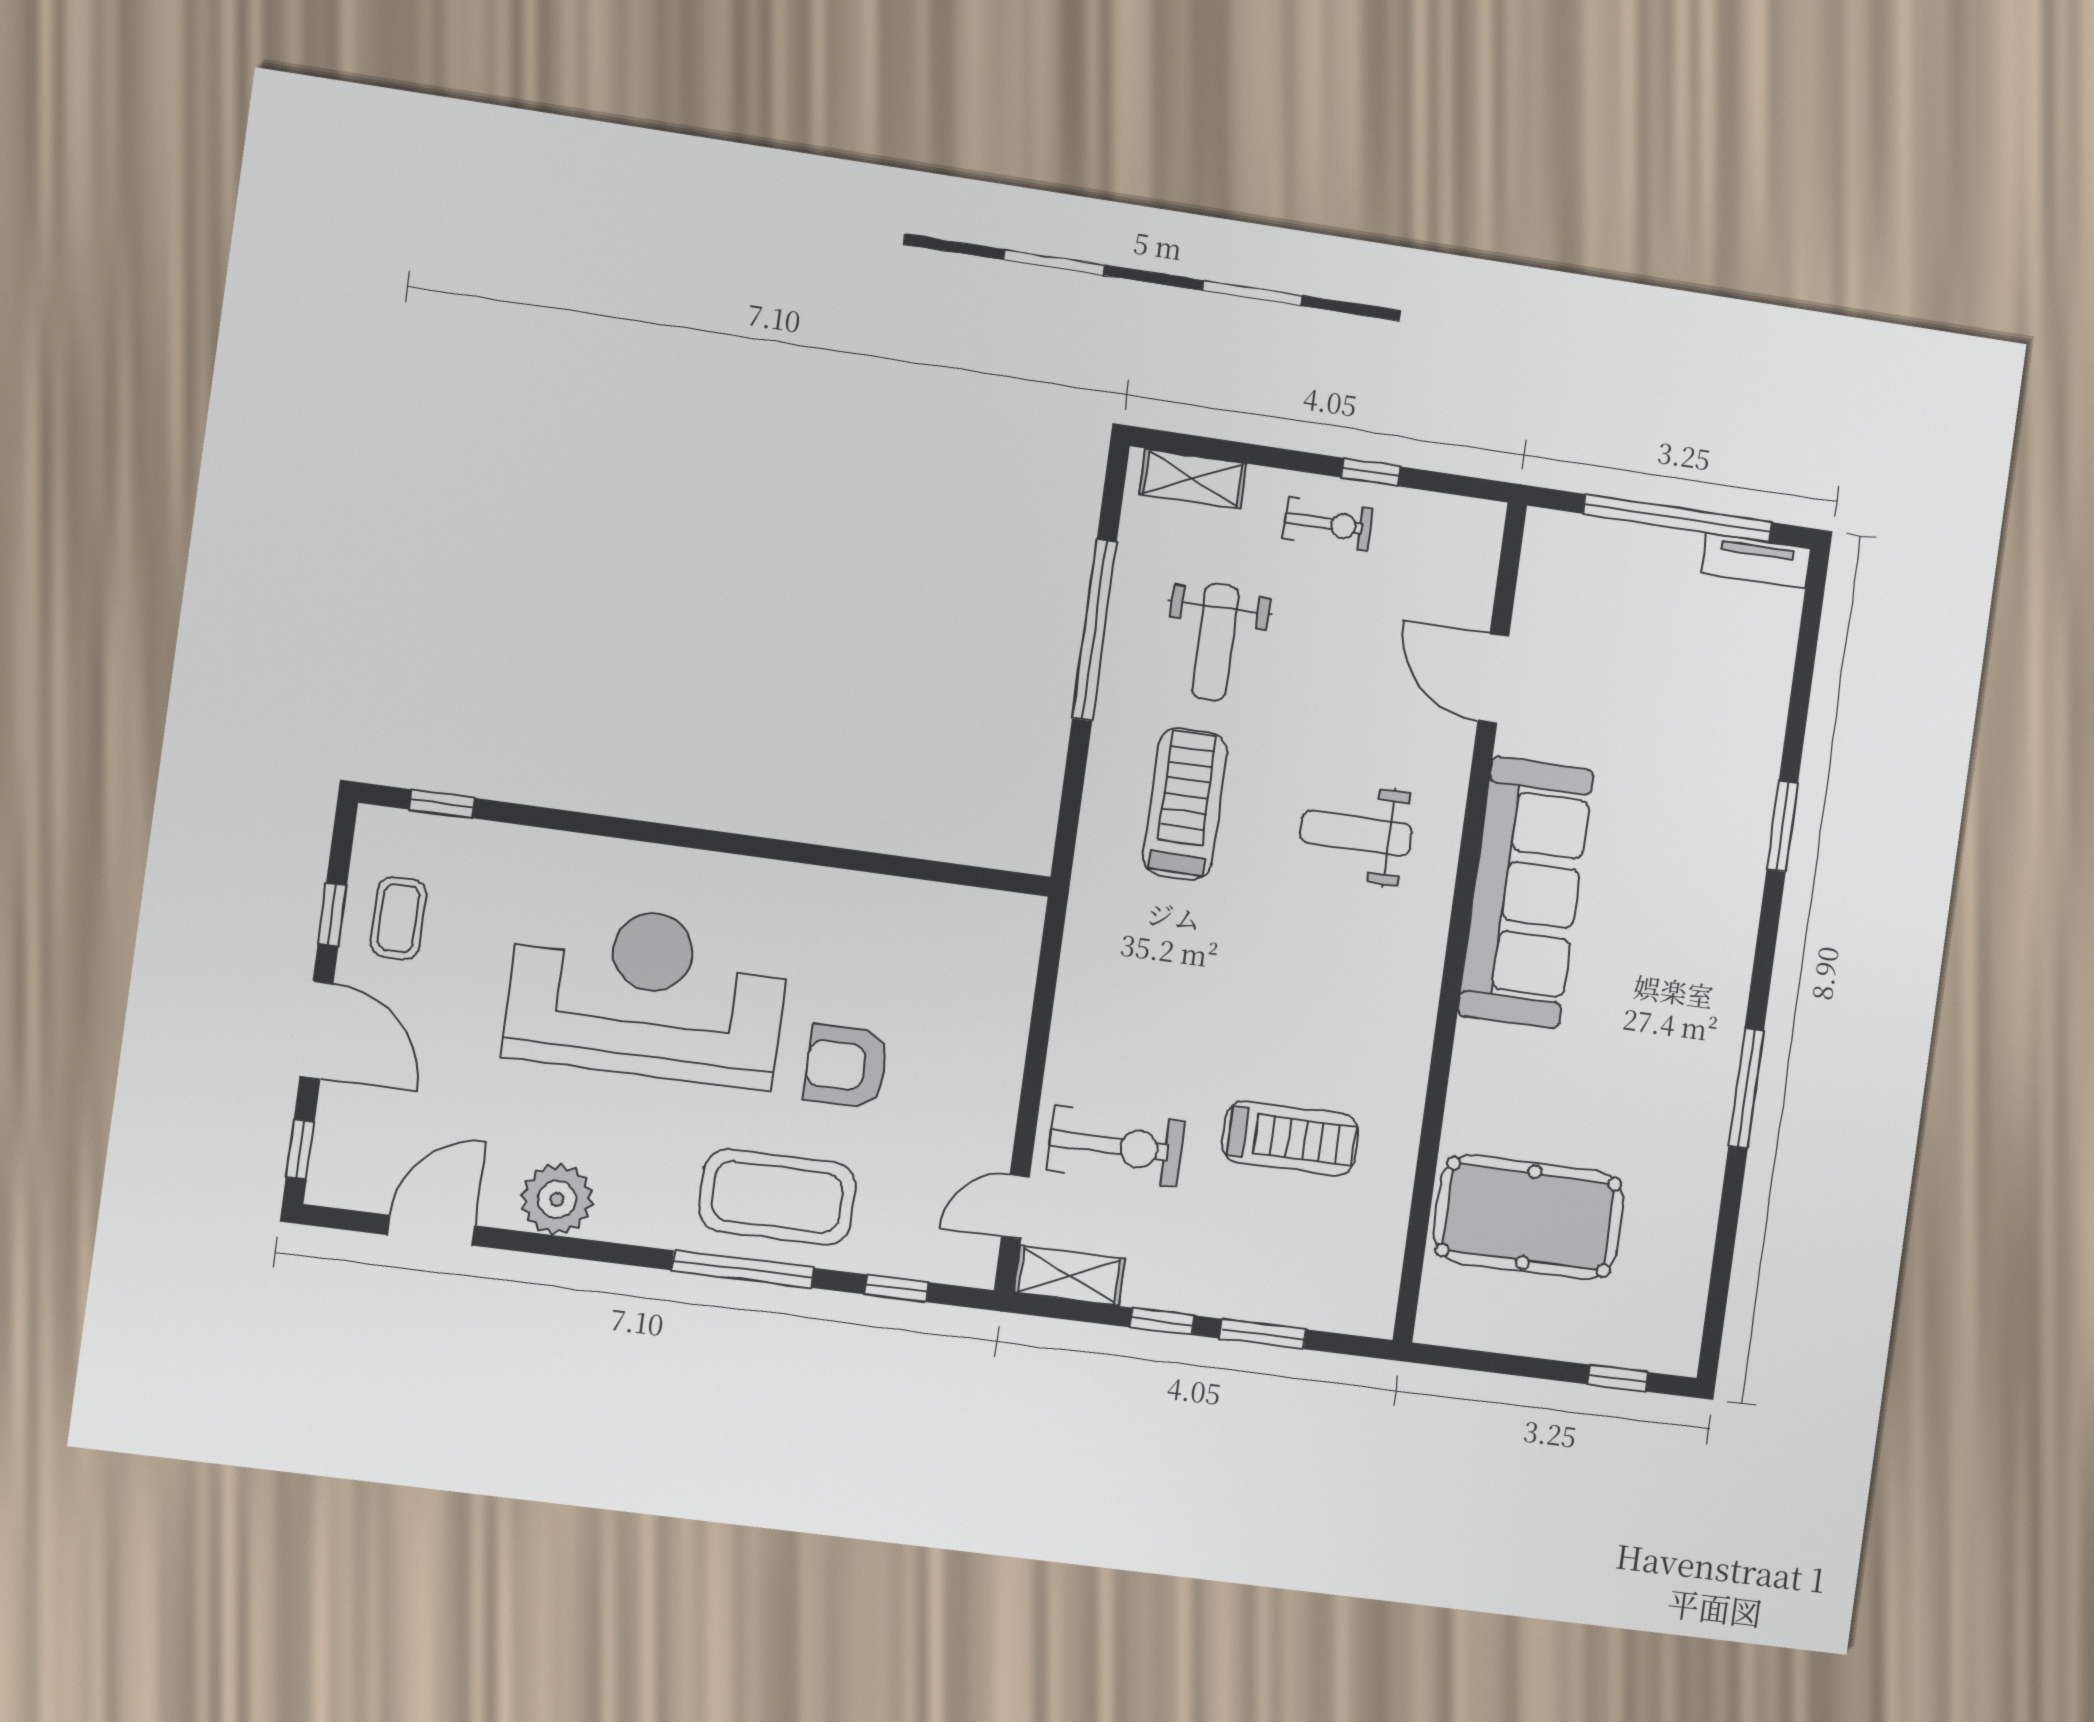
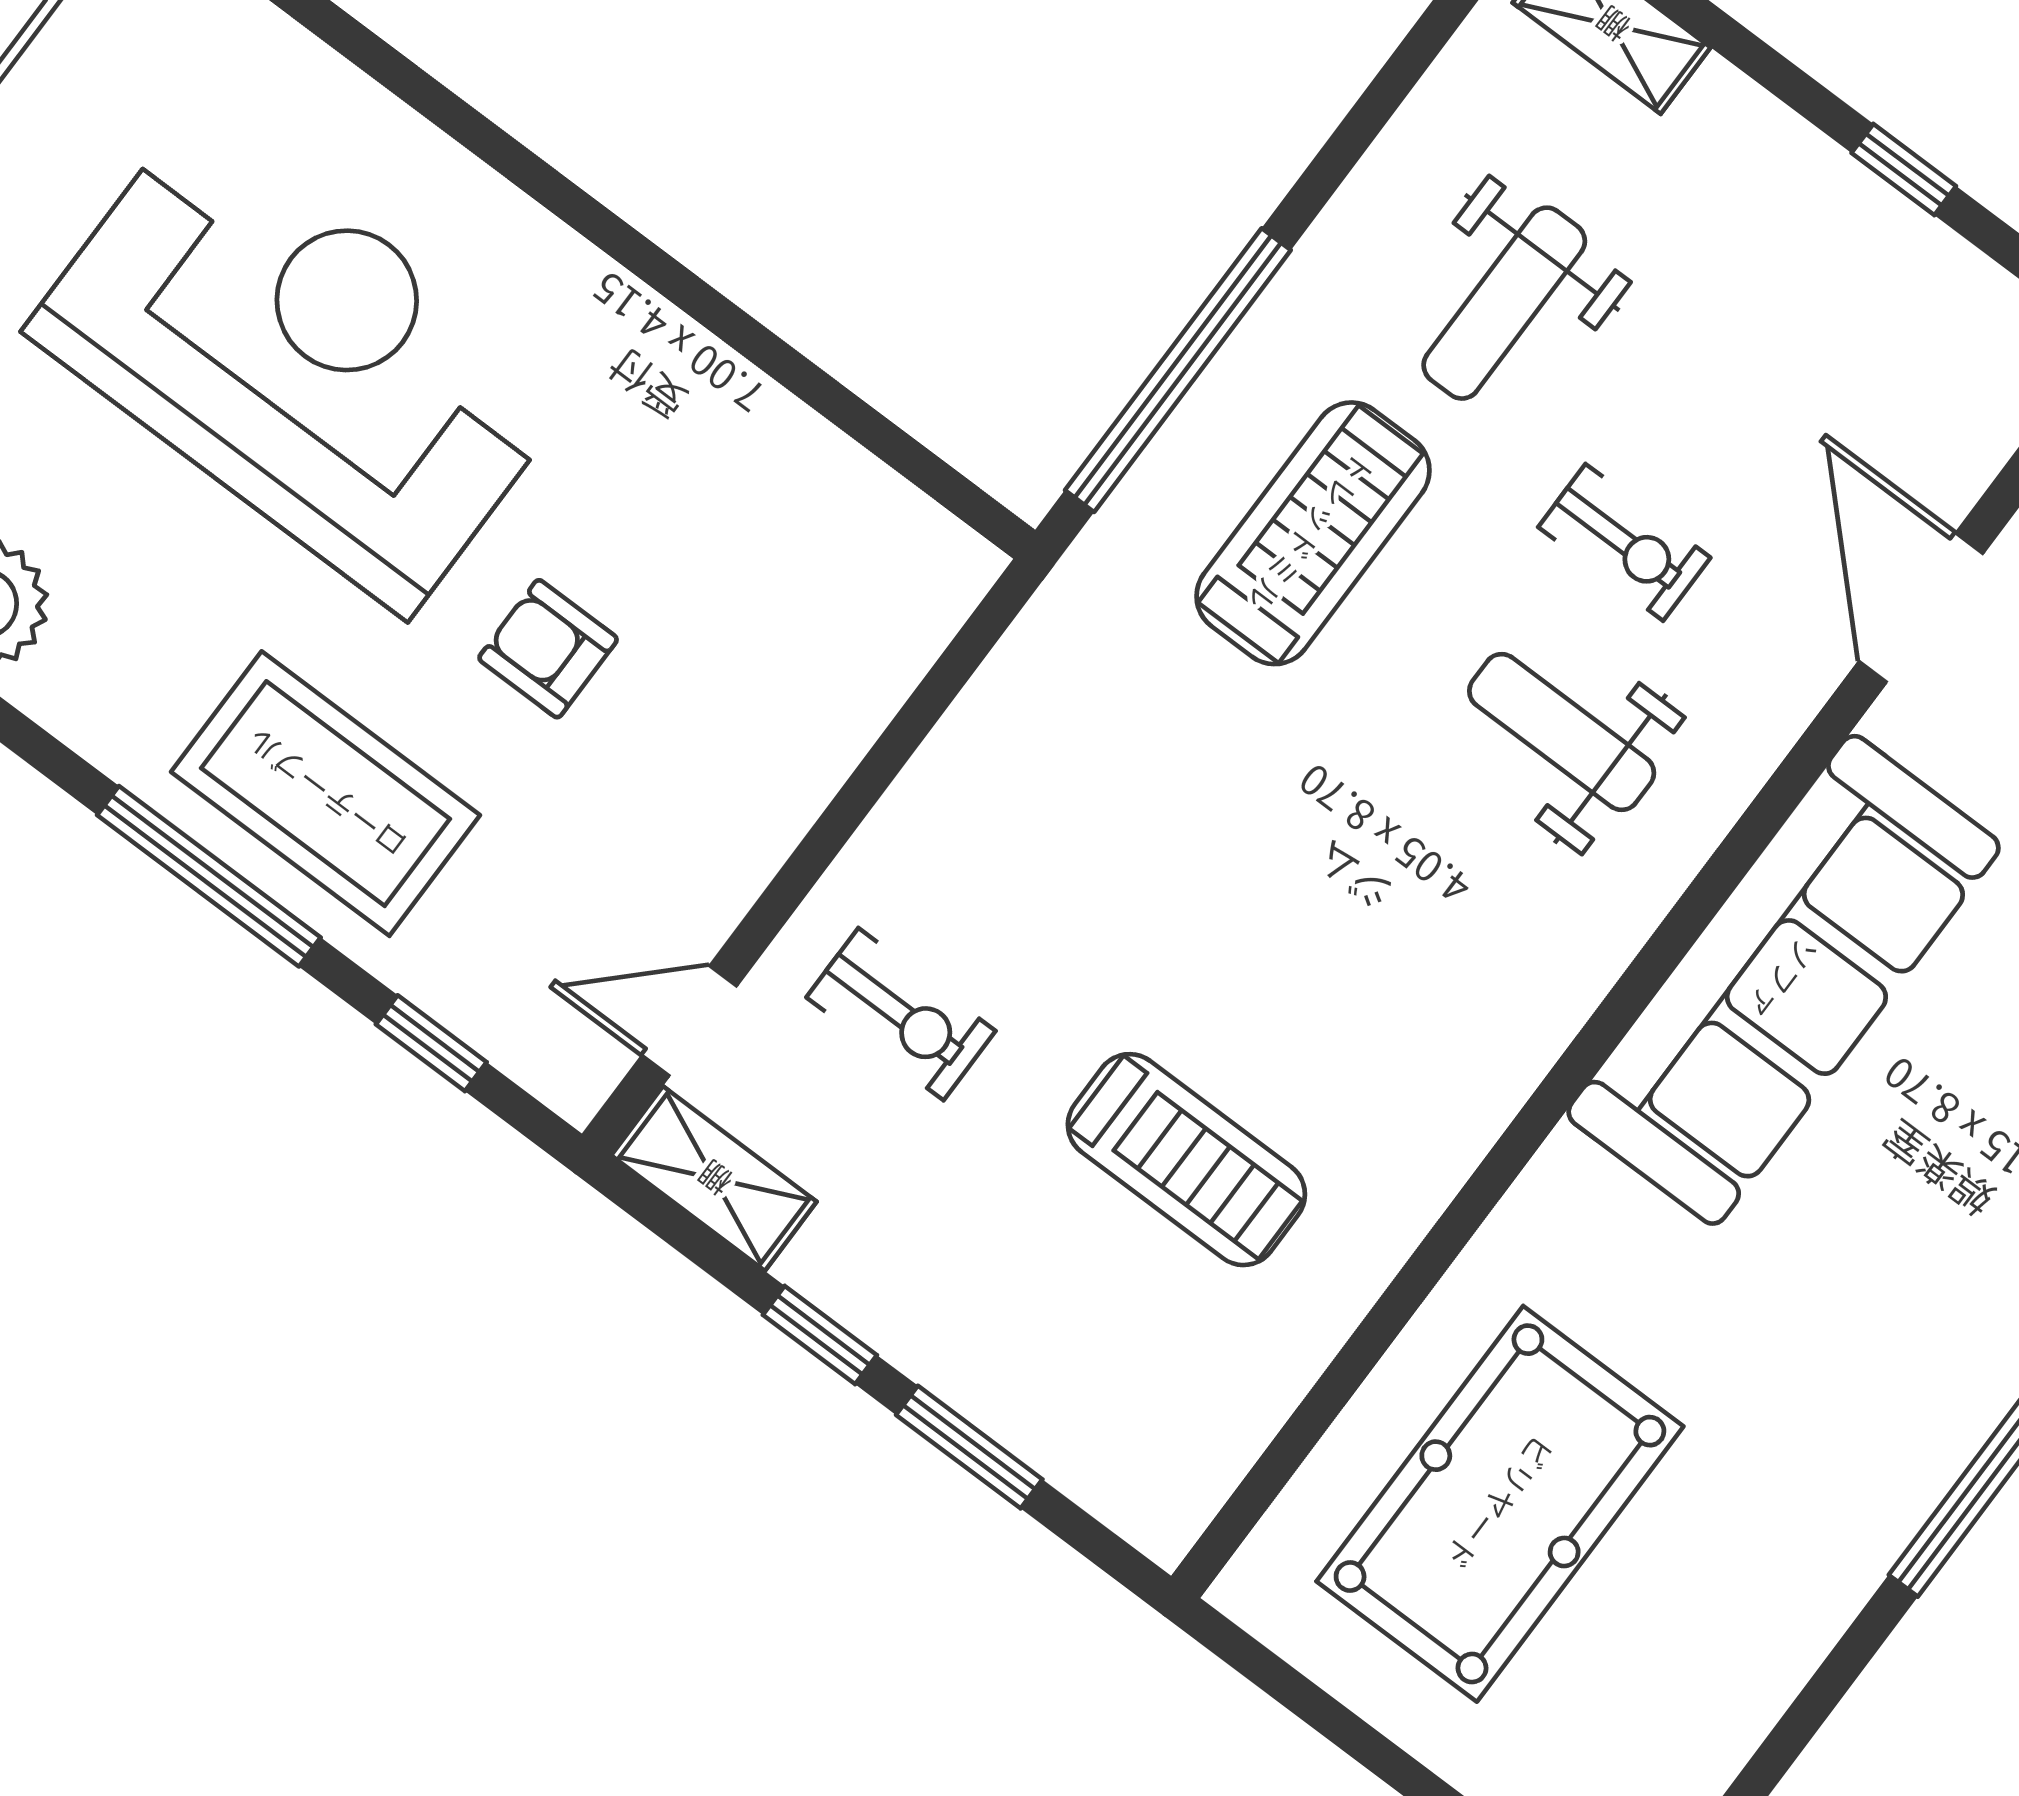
exercise bike: (1328, 524) -> (1624, 542), moved
window: (1094, 630) -> (1178, 370), moved
armchair: (846, 1066) -> (548, 649), width x0.72, depth x0.72
exercise bike: (1115, 1146) -> (901, 1014), width x0.73, depth x0.72
pool table: (1529, 1217) -> (1500, 1504), turned 90

